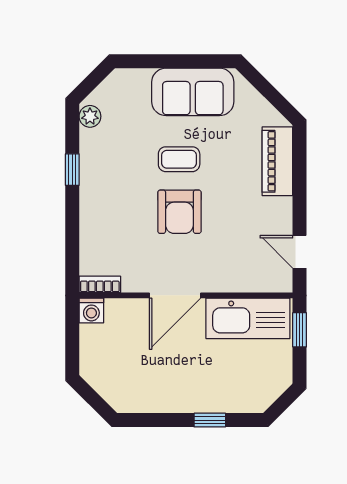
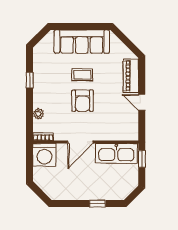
sofa: (193, 92) -> (82, 42), width x1.36
plant: (90, 116) -> (38, 114), moved
door: (300, 252) -> (142, 102), moved
washing machine: (91, 311) -> (44, 155), width x1.89, depth x1.89

